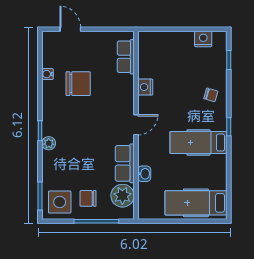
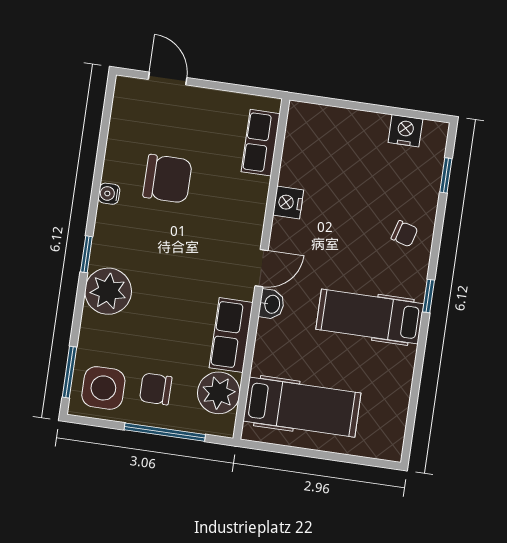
water cooler: (47, 74) -> (109, 194), moved
plant: (49, 143) -> (108, 291), width x1.87, depth x1.87
washbasin: (144, 174) -> (272, 304), moved
hospital bed: (196, 203) -> (302, 407), moved, turned 180

